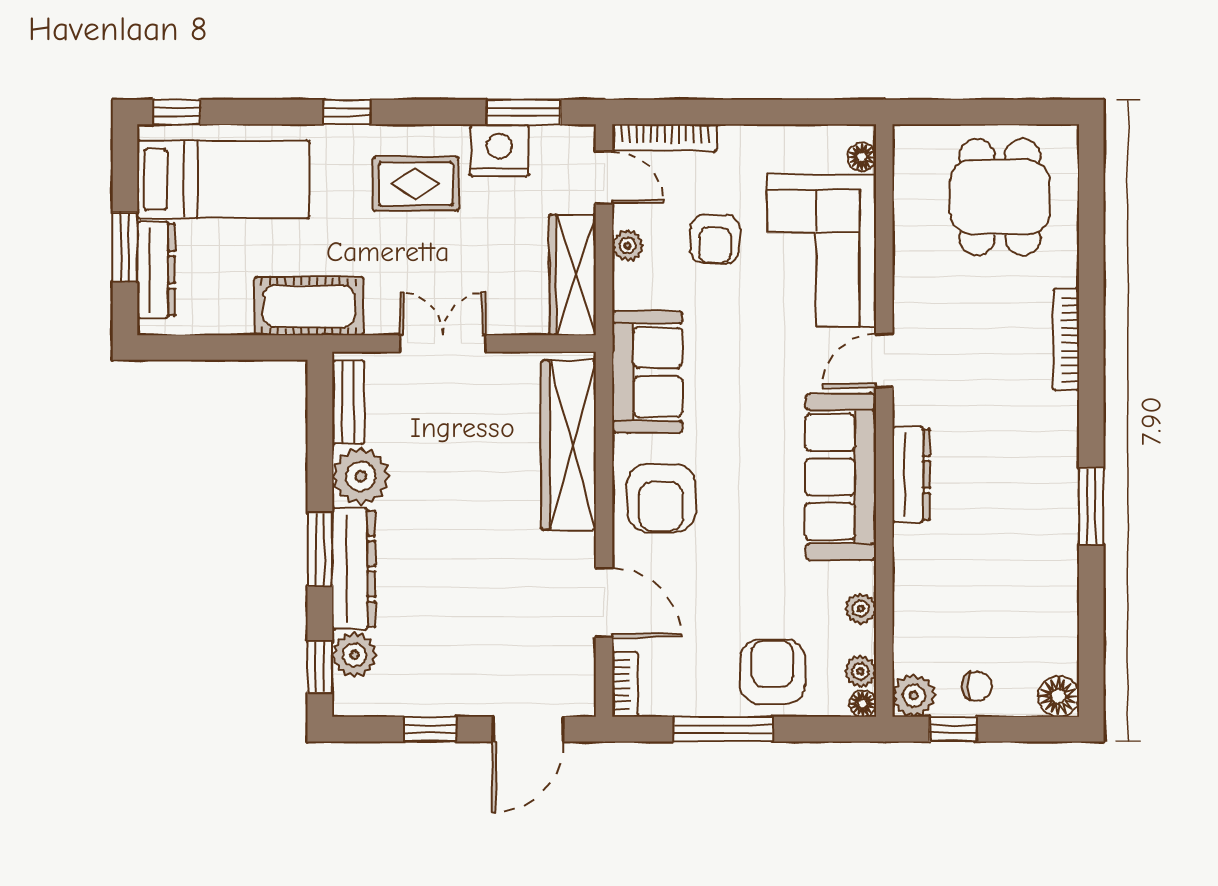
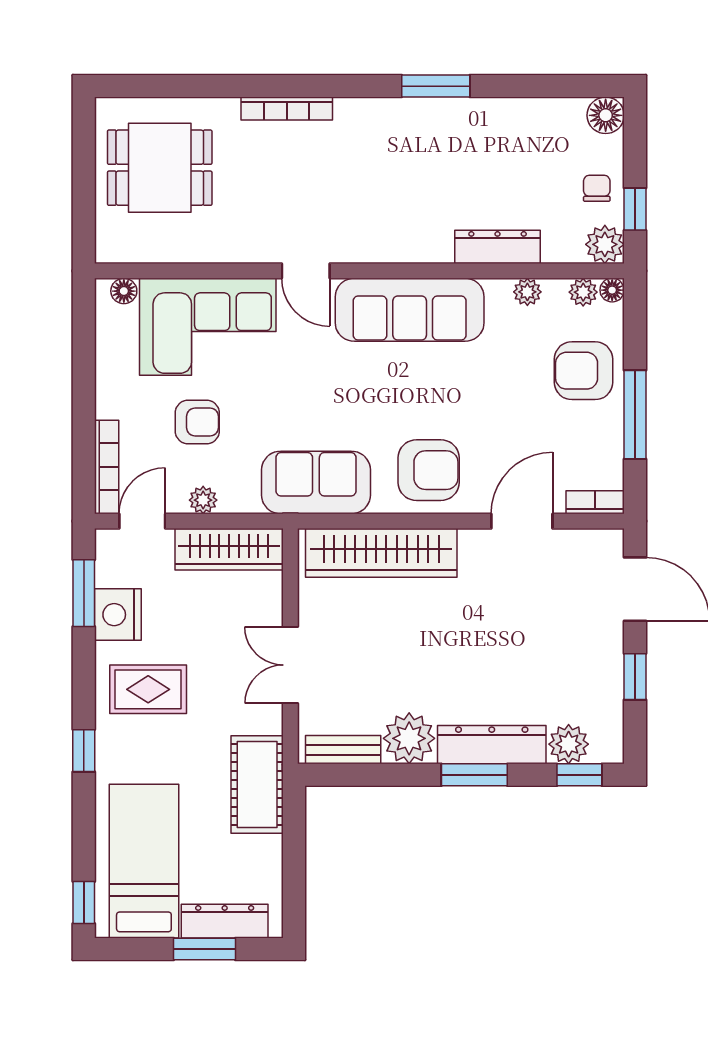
rug: (416, 184) -> (148, 689), turned 90
dresser: (911, 475) -> (498, 247), moved

